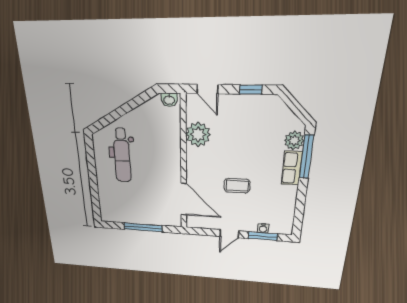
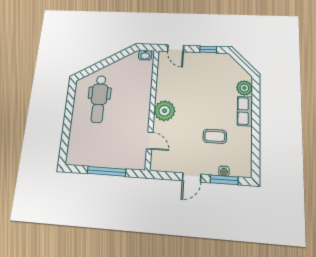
plant: (198, 134) -> (164, 111), moved
window: (306, 157) -> (256, 102), removed
coffee table: (237, 186) -> (215, 136), moved
door: (184, 199) -> (150, 141), width x0.53

